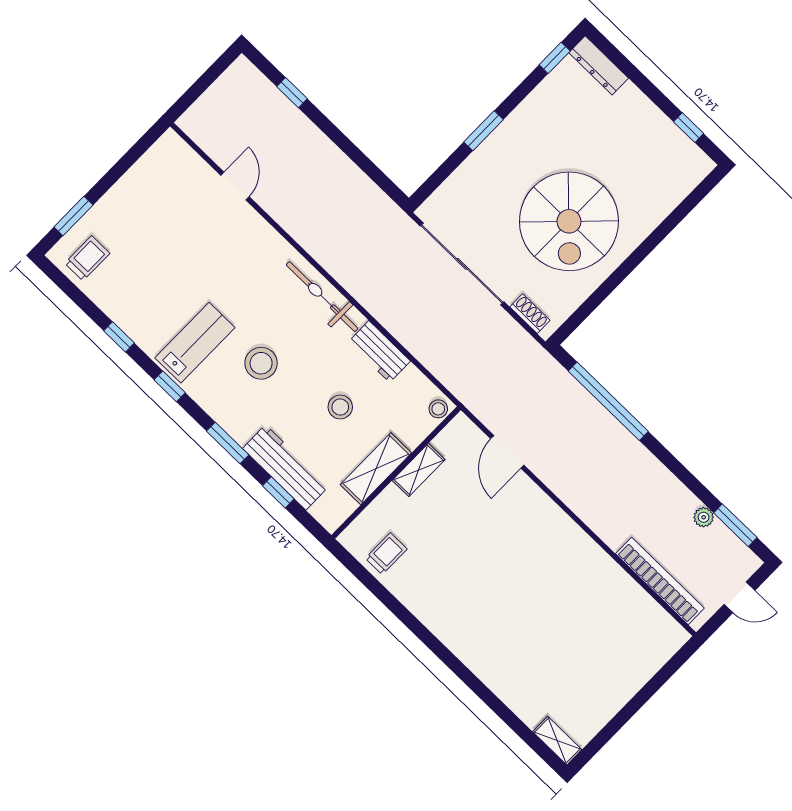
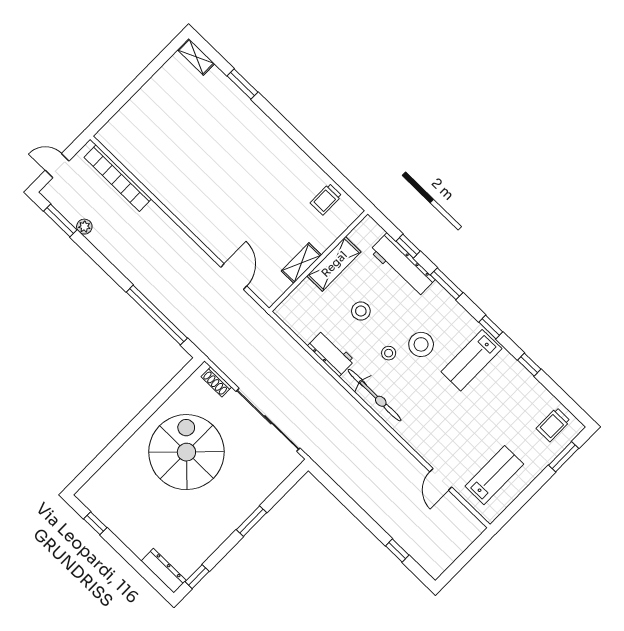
lab bench: (165, 192) -> (494, 475), added
stool: (438, 409) -> (389, 353), moved
window: (496, 705) -> (243, 84), added

